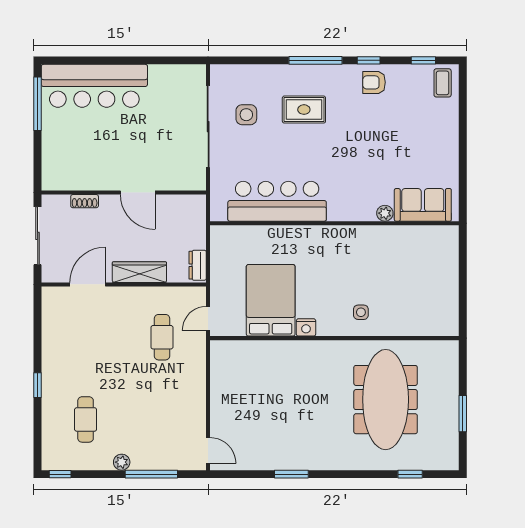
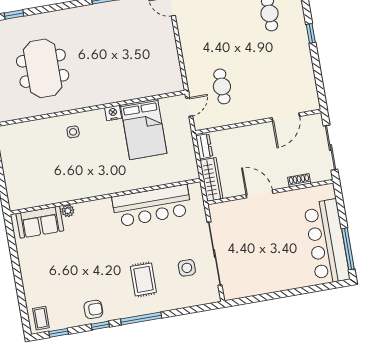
bar counter: (94, 86) -> (327, 242), moved, turned -90
rug: (304, 110) -> (143, 279), turned 90
wardrobe: (139, 272) -> (211, 179), moved, turned -90
meeting table: (386, 400) -> (43, 68), width x0.73

